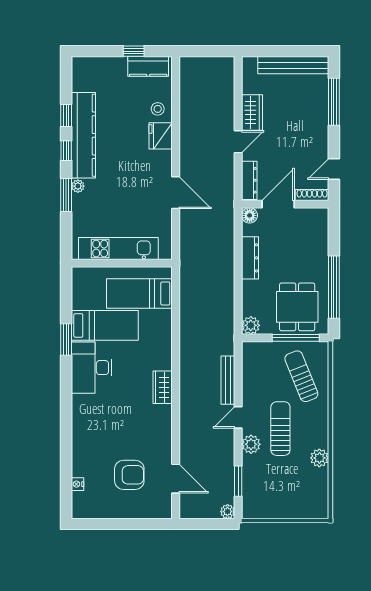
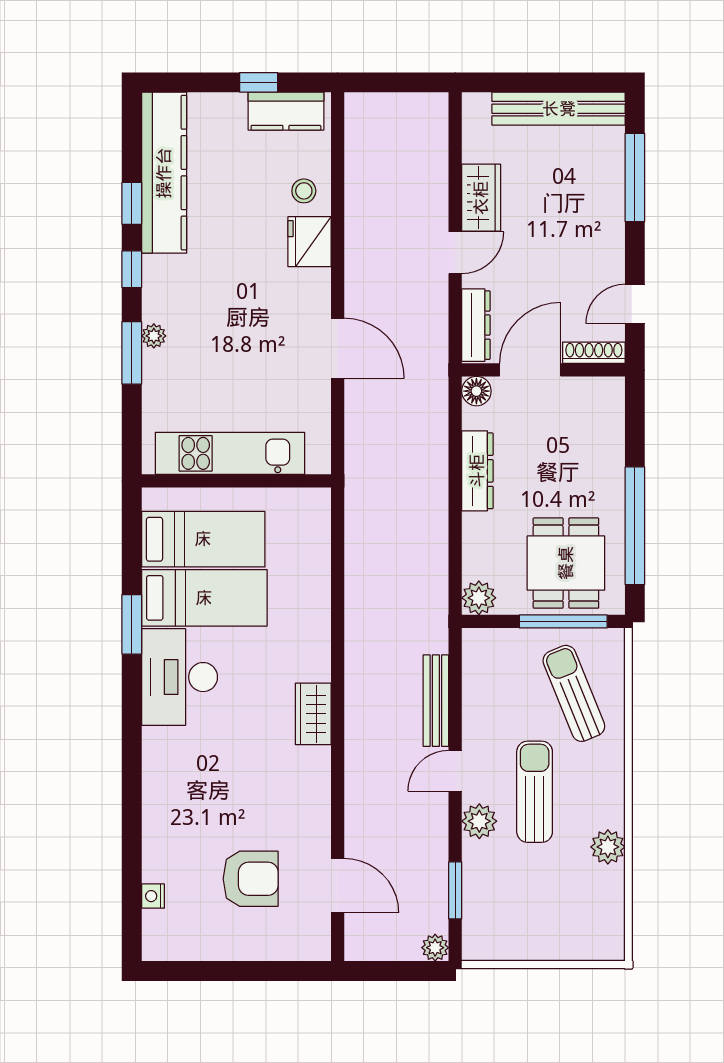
kitchen counter: (83, 135) -> (164, 173), moved
bed: (139, 293) -> (203, 539), moved, turned 180

